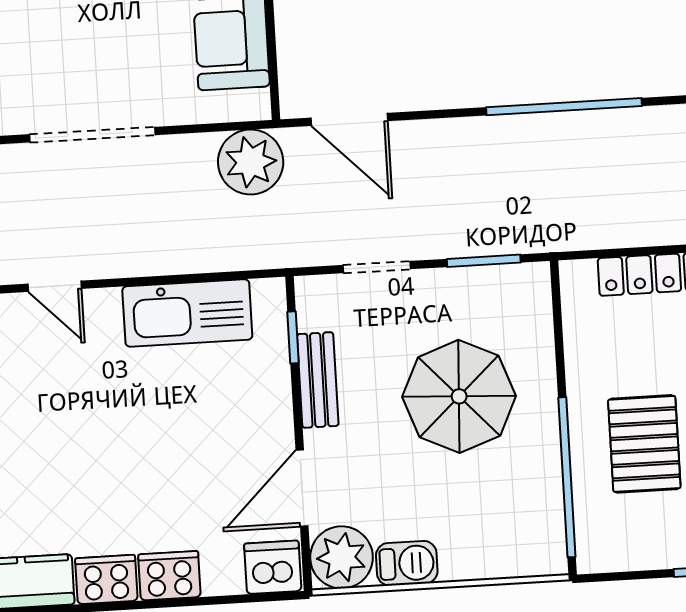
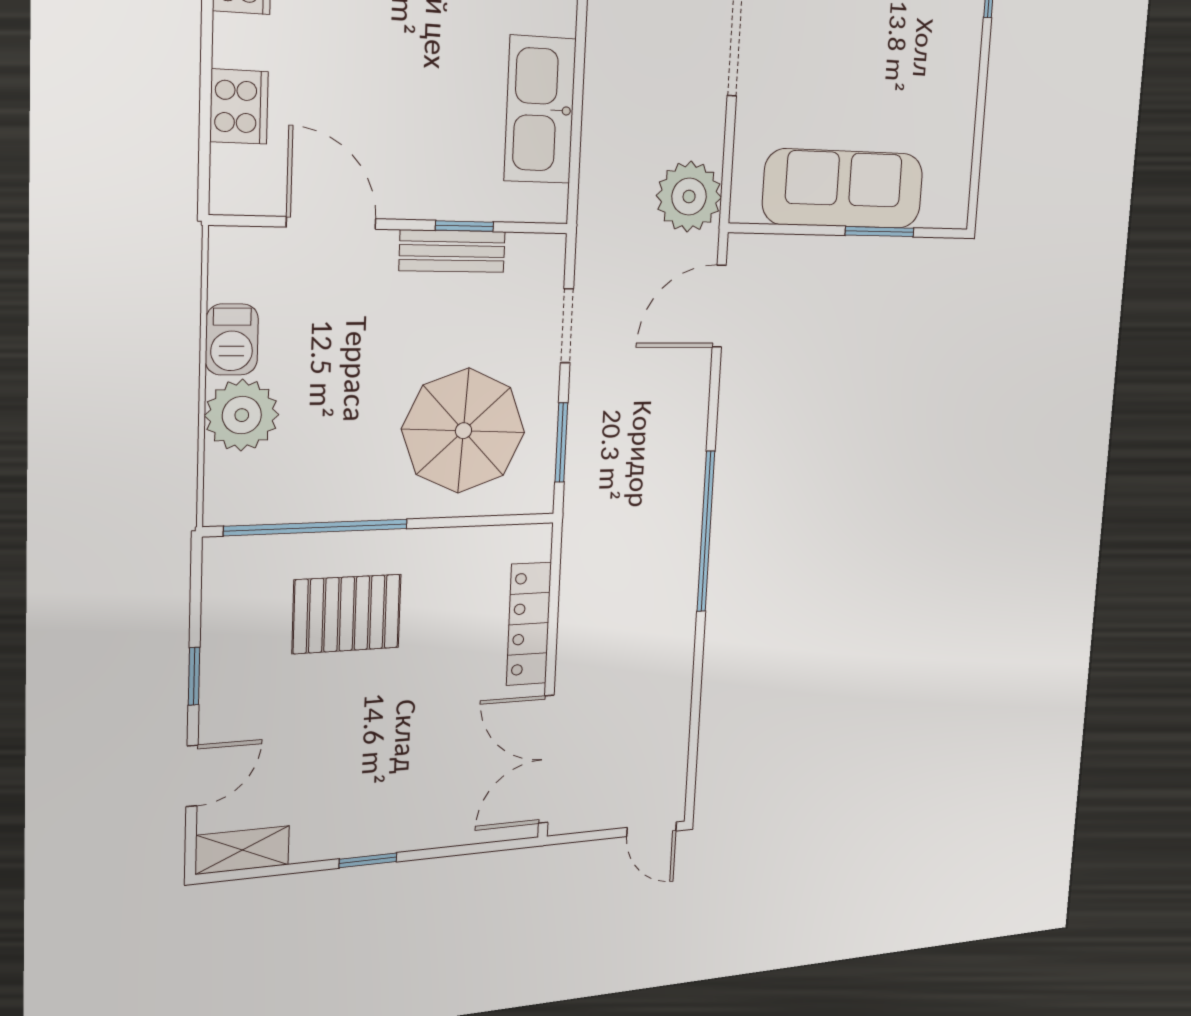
window: (293, 337) -> (465, 226), moved
parasol: (459, 396) -> (463, 431), moved
plant: (342, 557) -> (242, 415), moved
dishwasher: (273, 567) -> (240, 180), removed
cooker: (169, 576) -> (239, 107), moved

